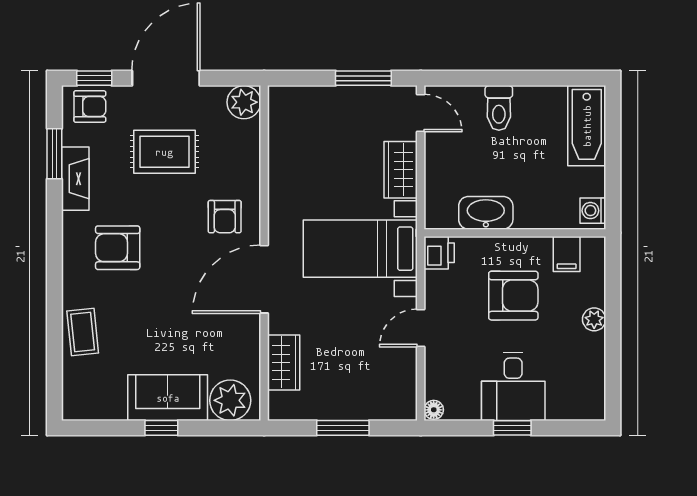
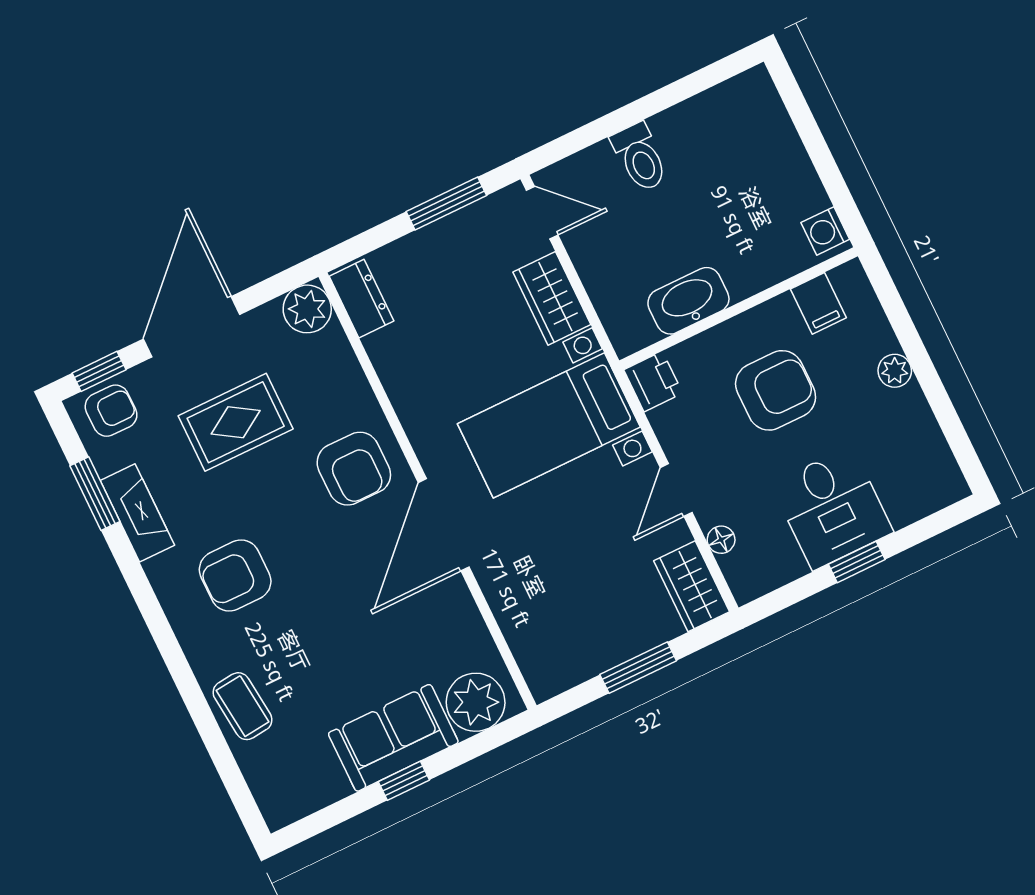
dresser: (281, 112) -> (361, 299), added
bathtub: (587, 126) -> (764, 125), removed
armchair: (225, 217) -> (354, 469), width x1.38, depth x1.38
wardrobe: (284, 362) -> (692, 586), moved, turned 180
floor lamp: (434, 410) -> (721, 540), moved

